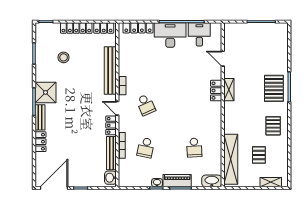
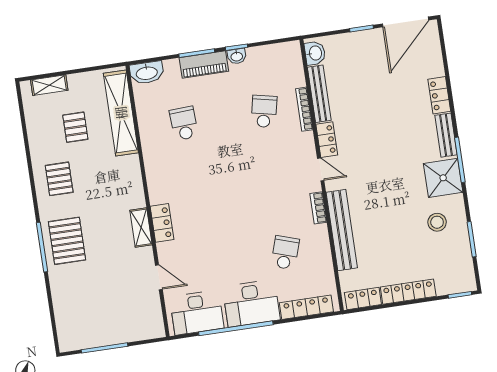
desk: (199, 34) -> (197, 313), width x1.37
stool: (64, 57) -> (437, 222), moved
school desk: (146, 105) -> (285, 253), moved, turned 42

